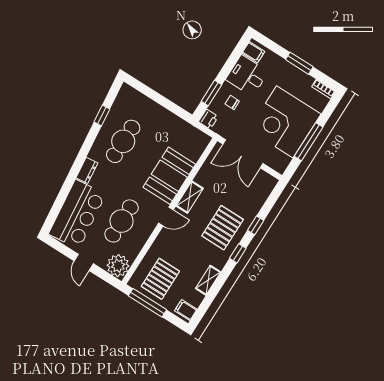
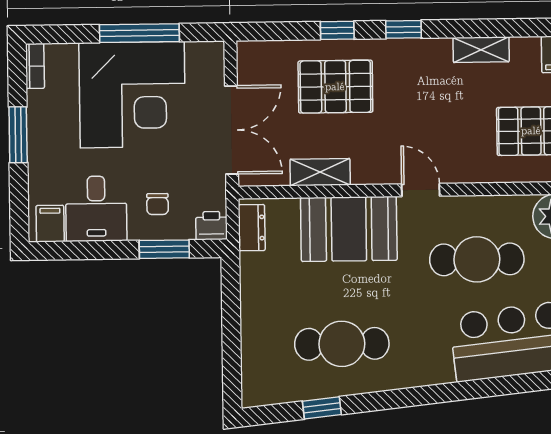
dresser: (87, 170) -> (252, 228), moved, turned 96
shelving: (190, 197) -> (320, 172), moved
pallet: (223, 228) -> (335, 87), moved

